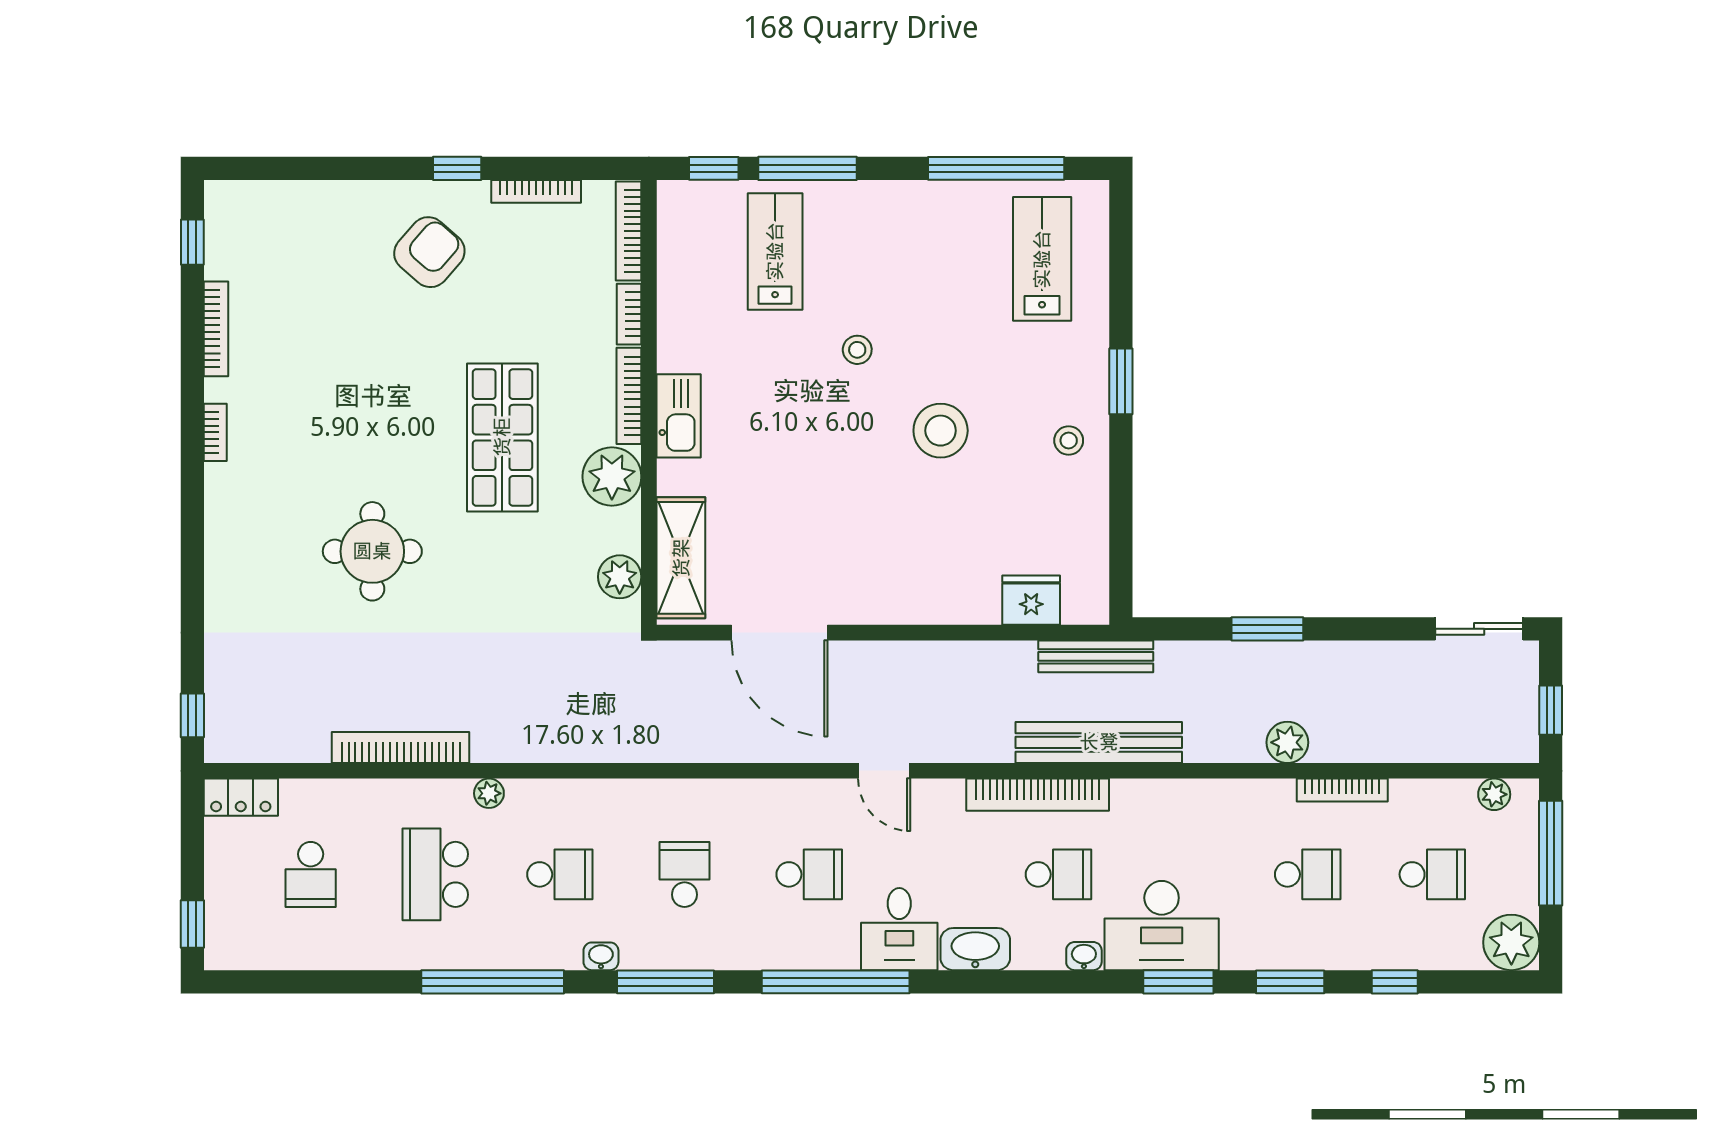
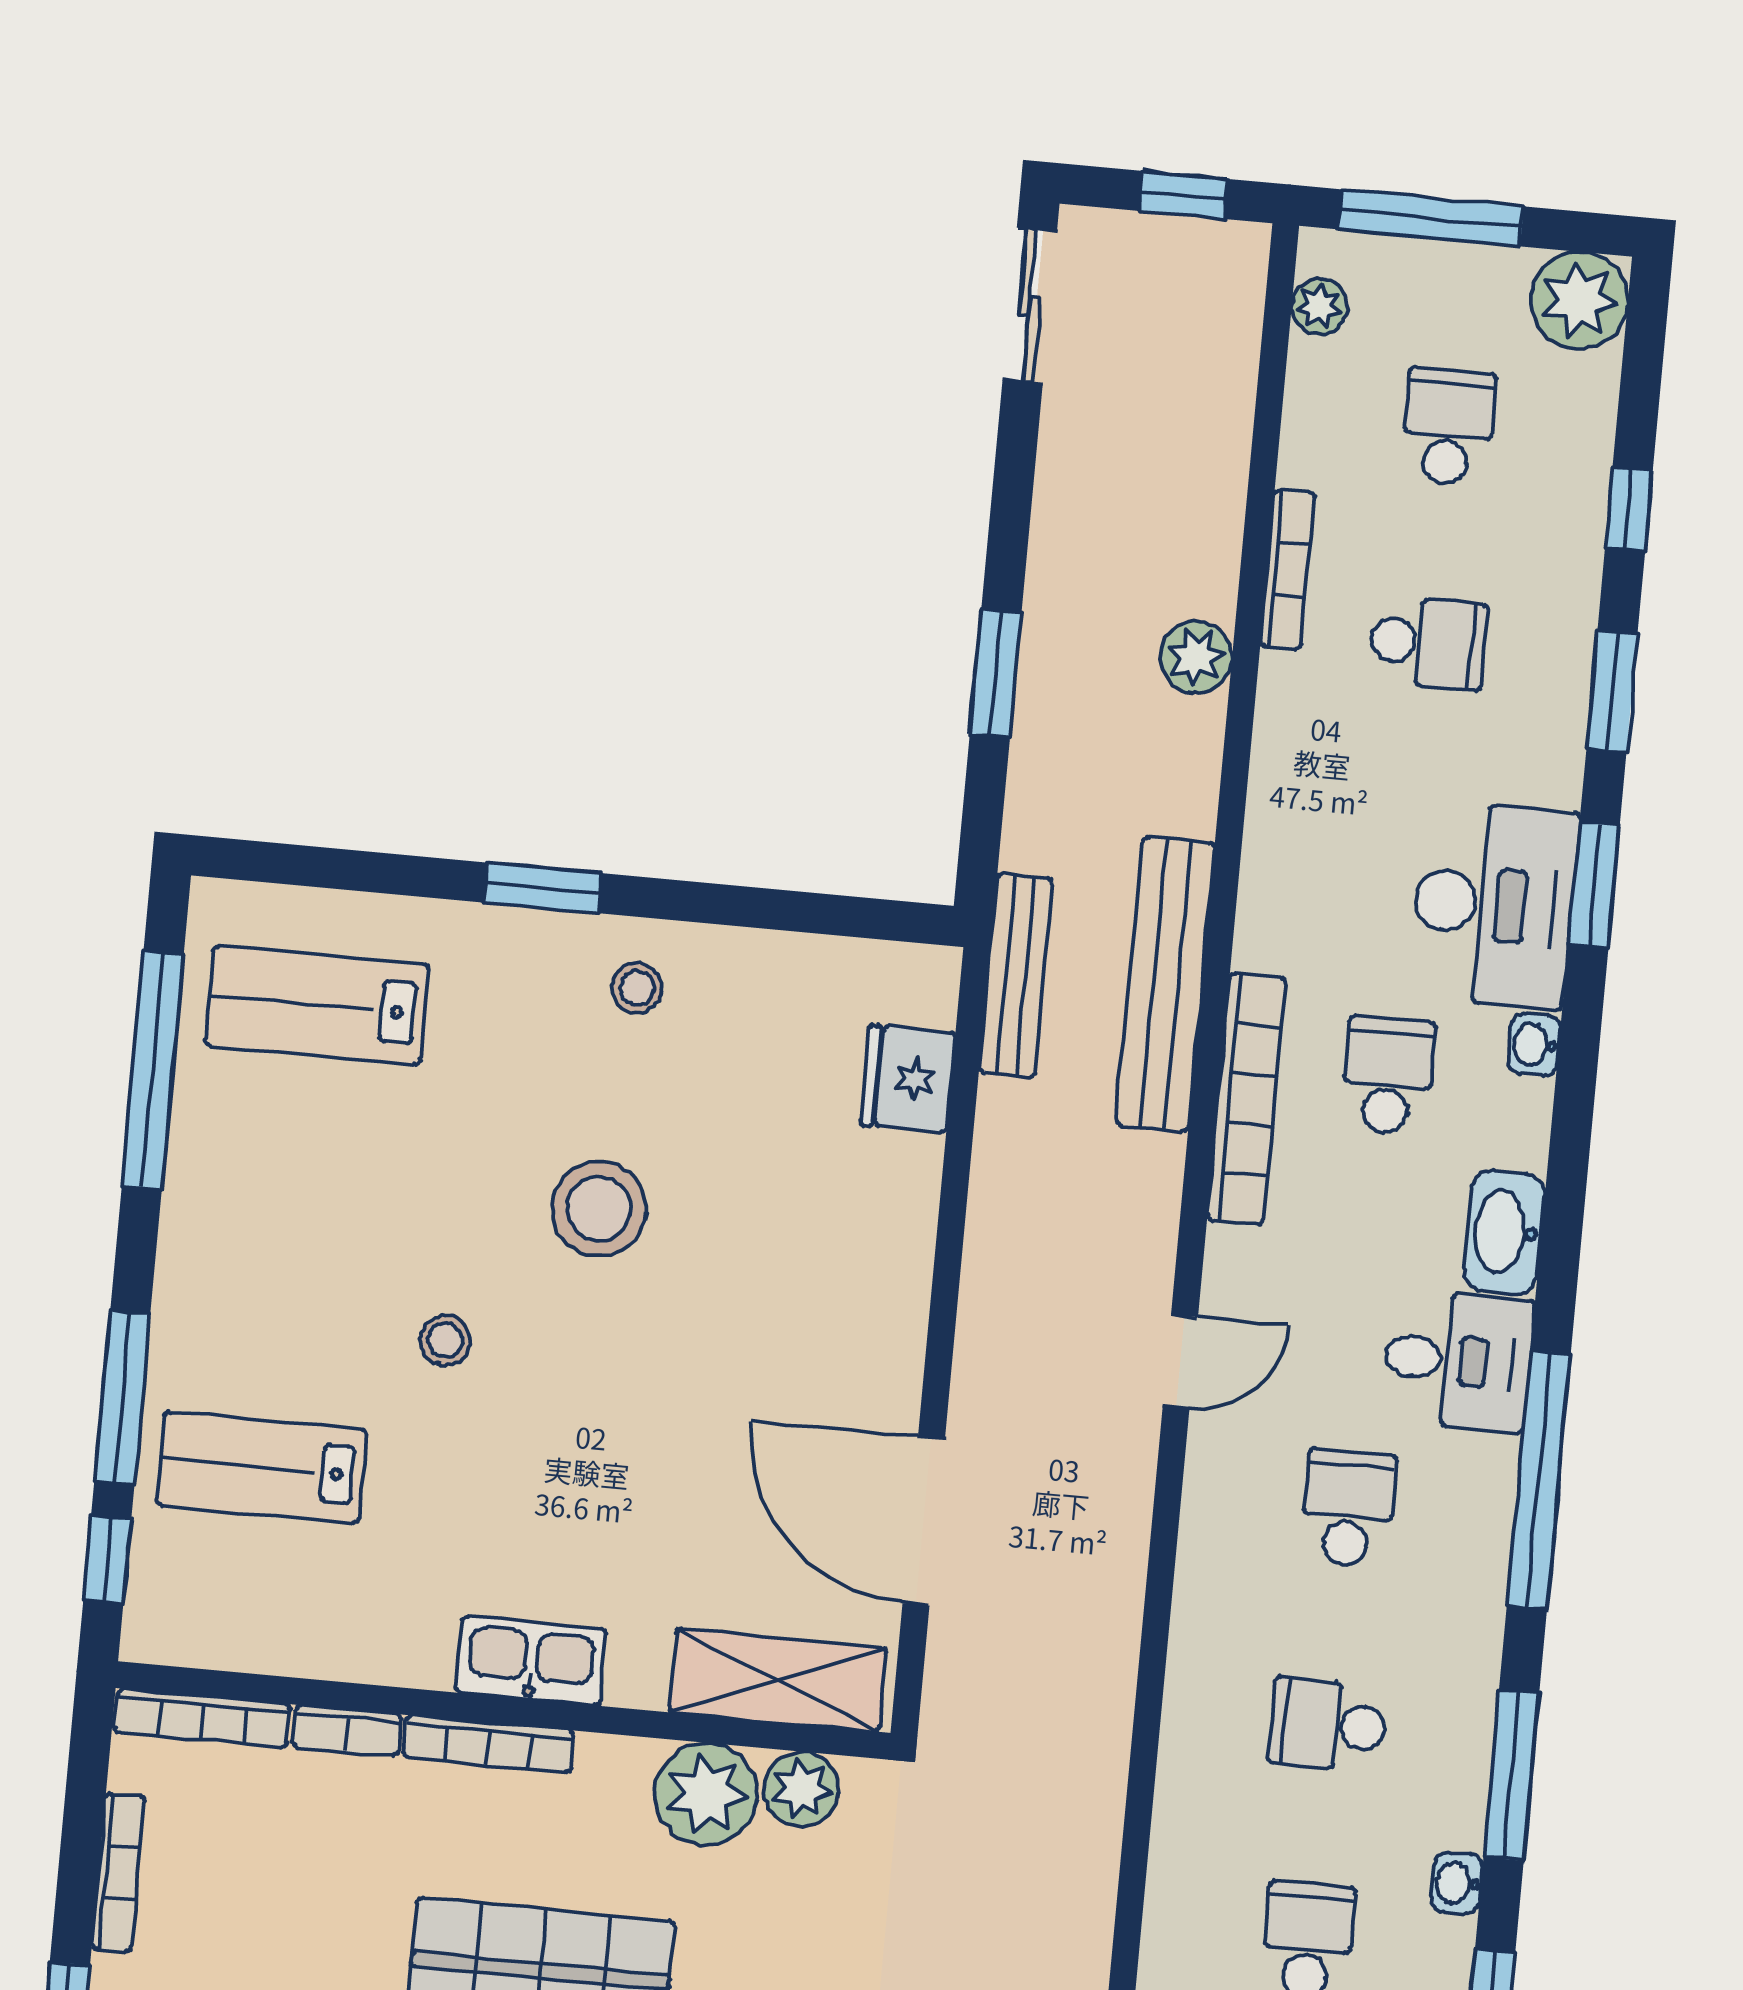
plant: (612, 477) -> (706, 1794), moved
door: (779, 633) -> (924, 1521), swing flipped
school desk: (1308, 874) -> (1428, 643), turned 90

